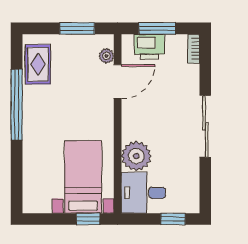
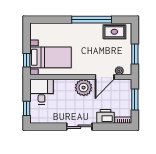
printer: (149, 47) -> (106, 116), moved, turned 90
door: (118, 82) -> (105, 77), hinge flipped
sliding door: (205, 126) -> (79, 127), width x0.73
plant: (136, 156) -> (84, 88), moved

